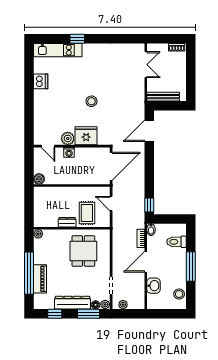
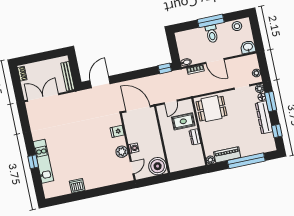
kitchen unit: (58, 50) -> (43, 161), moved
double door: (146, 65) -> (43, 97), width x1.37
stool: (91, 101) -> (85, 138), removed
door: (149, 131) -> (100, 82), swing flipped
fridge: (86, 136) -> (117, 131), width x0.53, depth x0.75
boiler: (39, 179) -> (158, 166), width x1.86, depth x1.86
toilet: (176, 242) -> (212, 34), moved
dining table: (83, 251) -> (212, 109), moved
piano: (40, 279) -> (227, 155), moved
washbasin: (153, 286) -> (248, 47), moved

